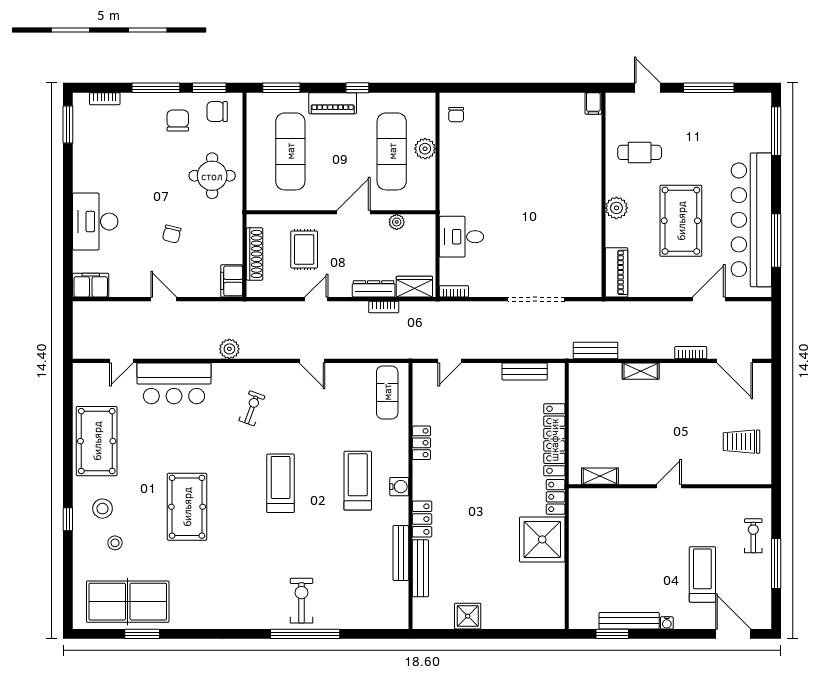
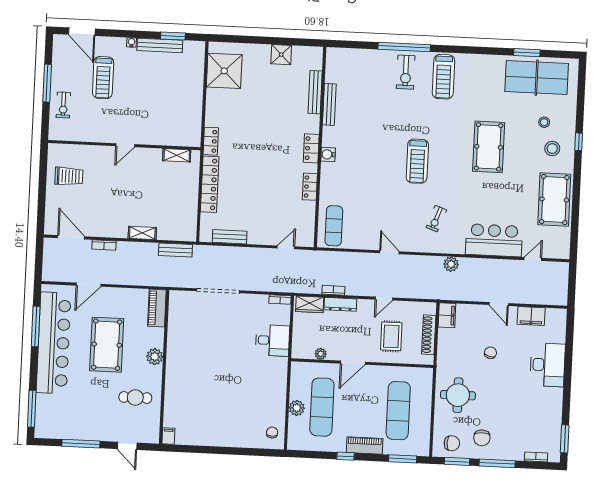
filing cabinet: (91, 285) -> (531, 316), moved
treadmill: (358, 481) -> (443, 77), moved
locker: (422, 519) -> (311, 148), moved
shower: (542, 539) -> (224, 71), moved

